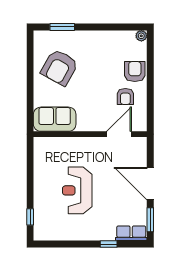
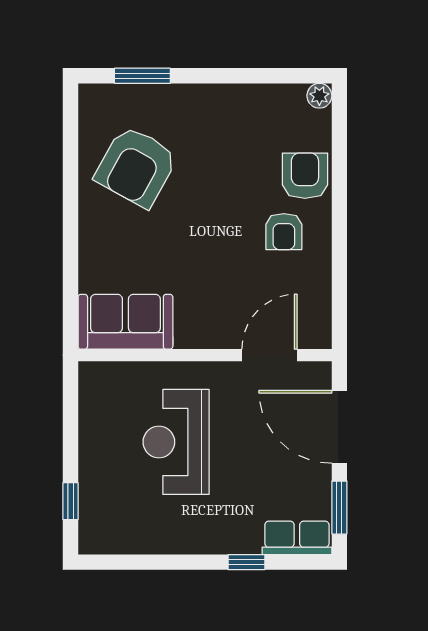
sofa: (55, 119) -> (125, 322), moved
wall: (90, 134) -> (205, 355), moved
door: (119, 134) -> (269, 355), moved

